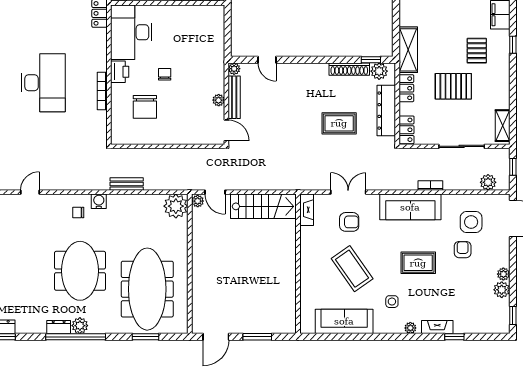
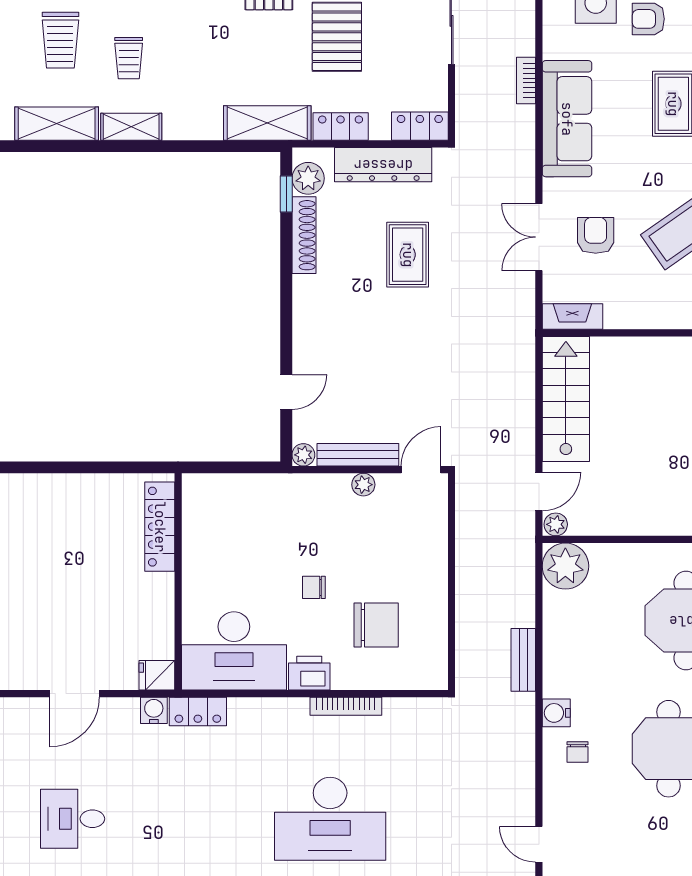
desk: (43, 83) -> (330, 819), turned 180

